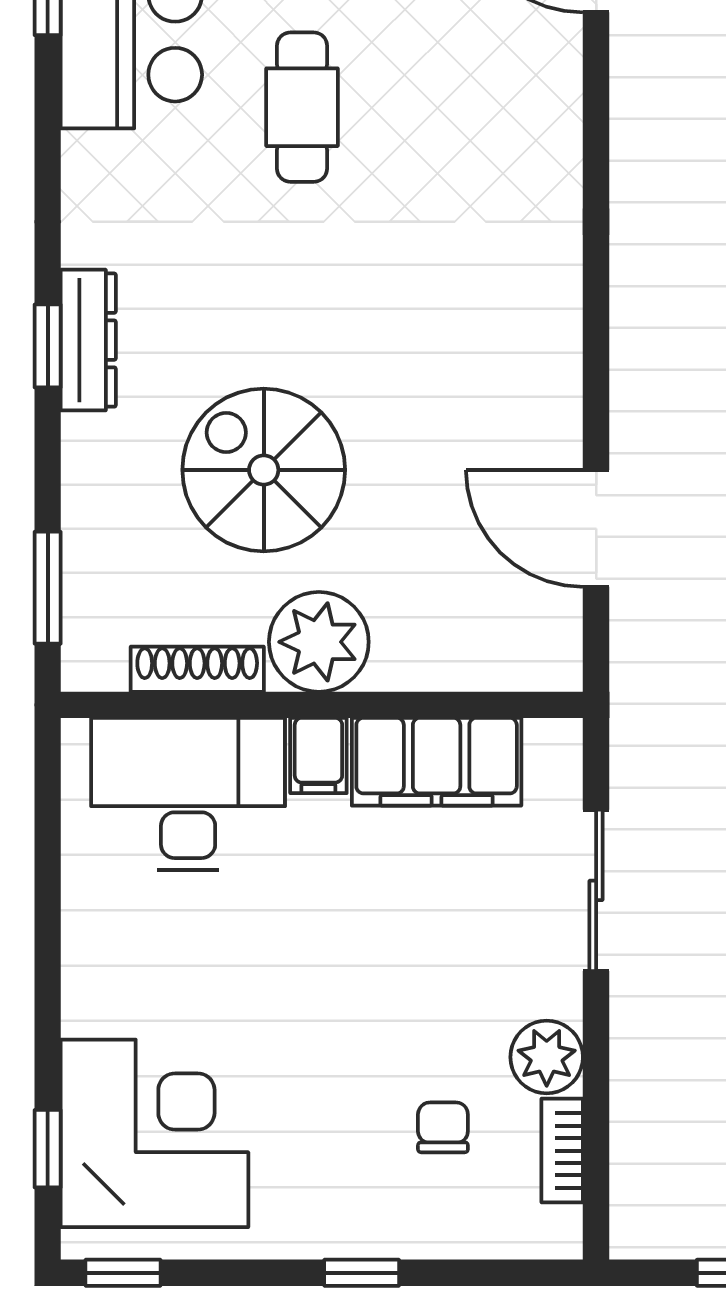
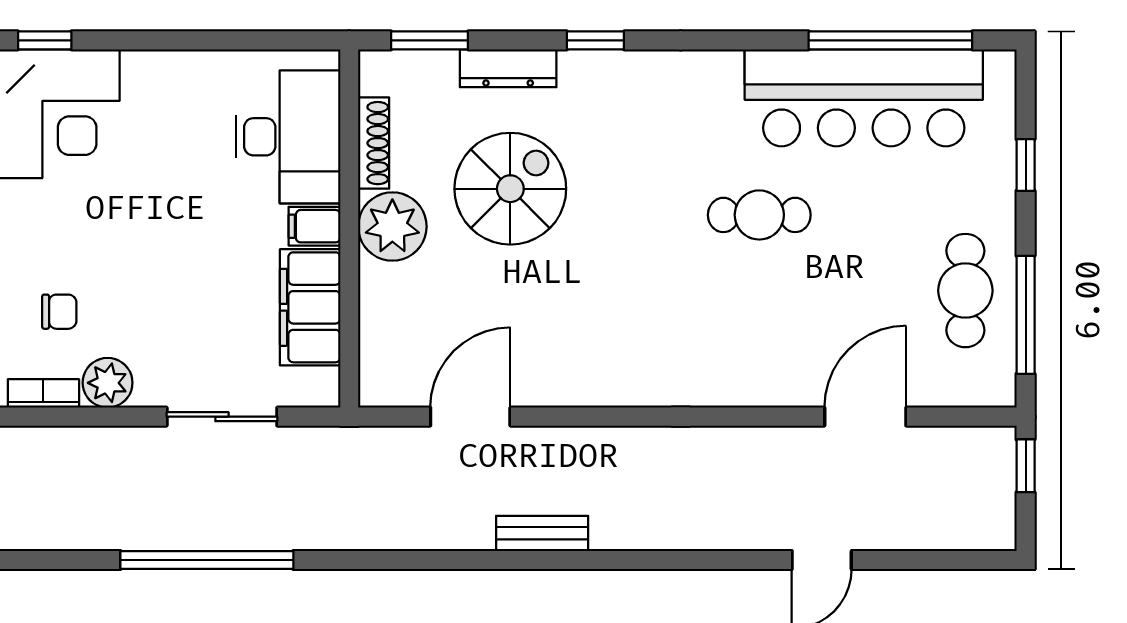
dresser: (88, 340) -> (508, 68), moved

